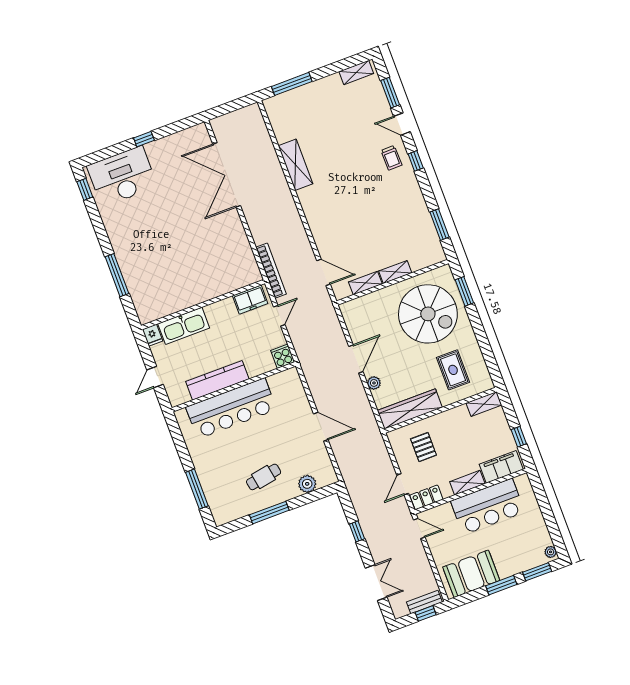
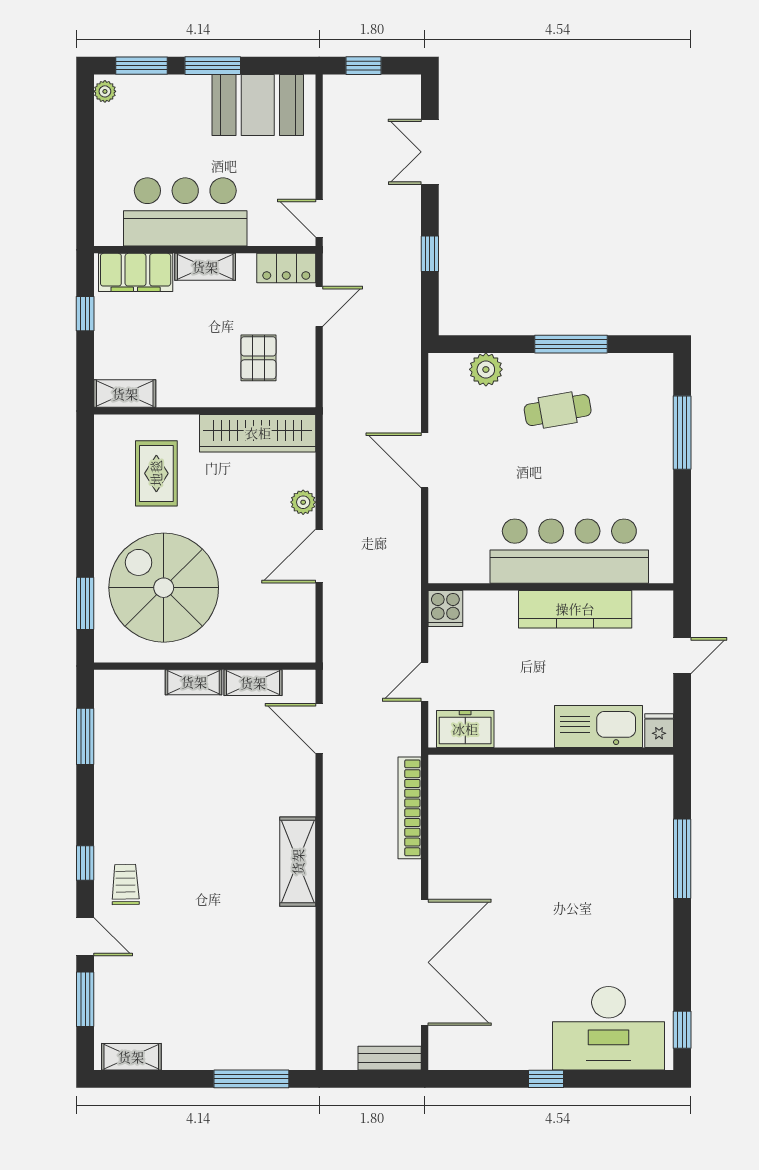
shelving: (295, 165) -> (298, 862), moved
bookcase: (271, 271) -> (410, 808), moved
bench: (424, 602) -> (390, 1058), moved

